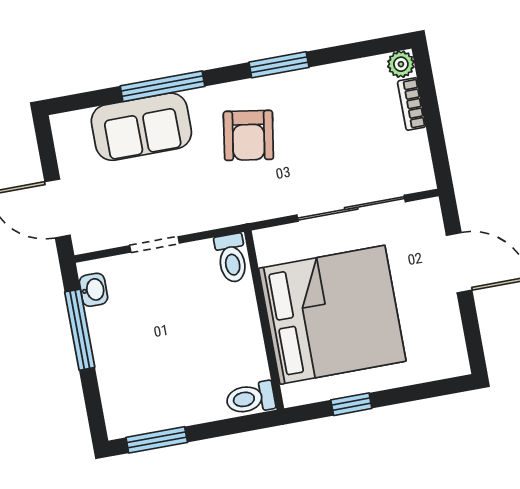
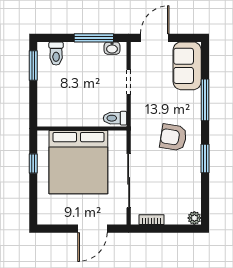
bookcase: (412, 104) -> (151, 220), moved
sofa: (141, 127) -> (187, 66), moved
toilet: (250, 398) -> (56, 54), moved, turned 180

